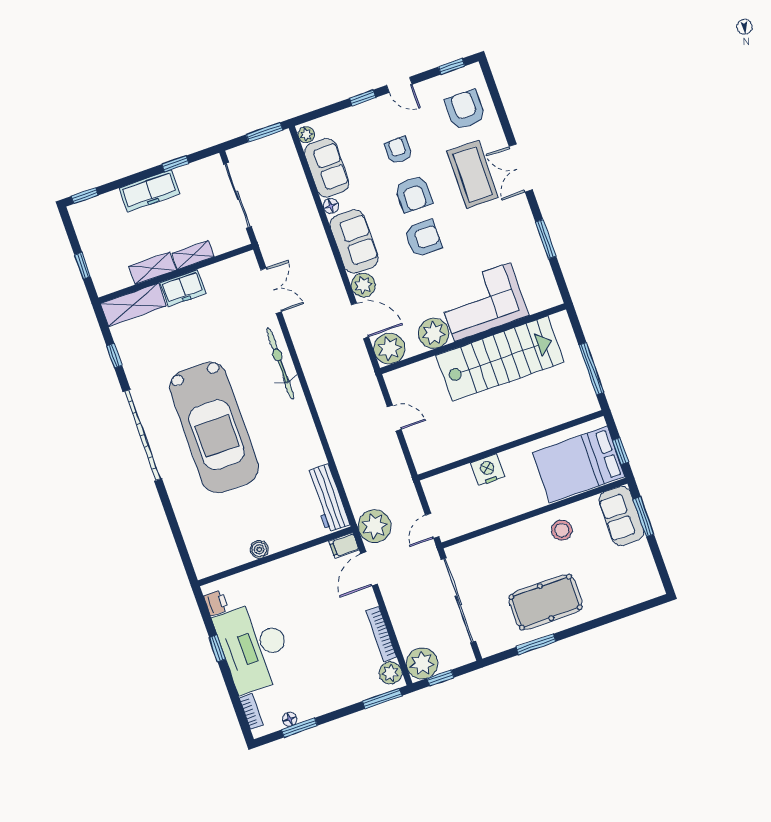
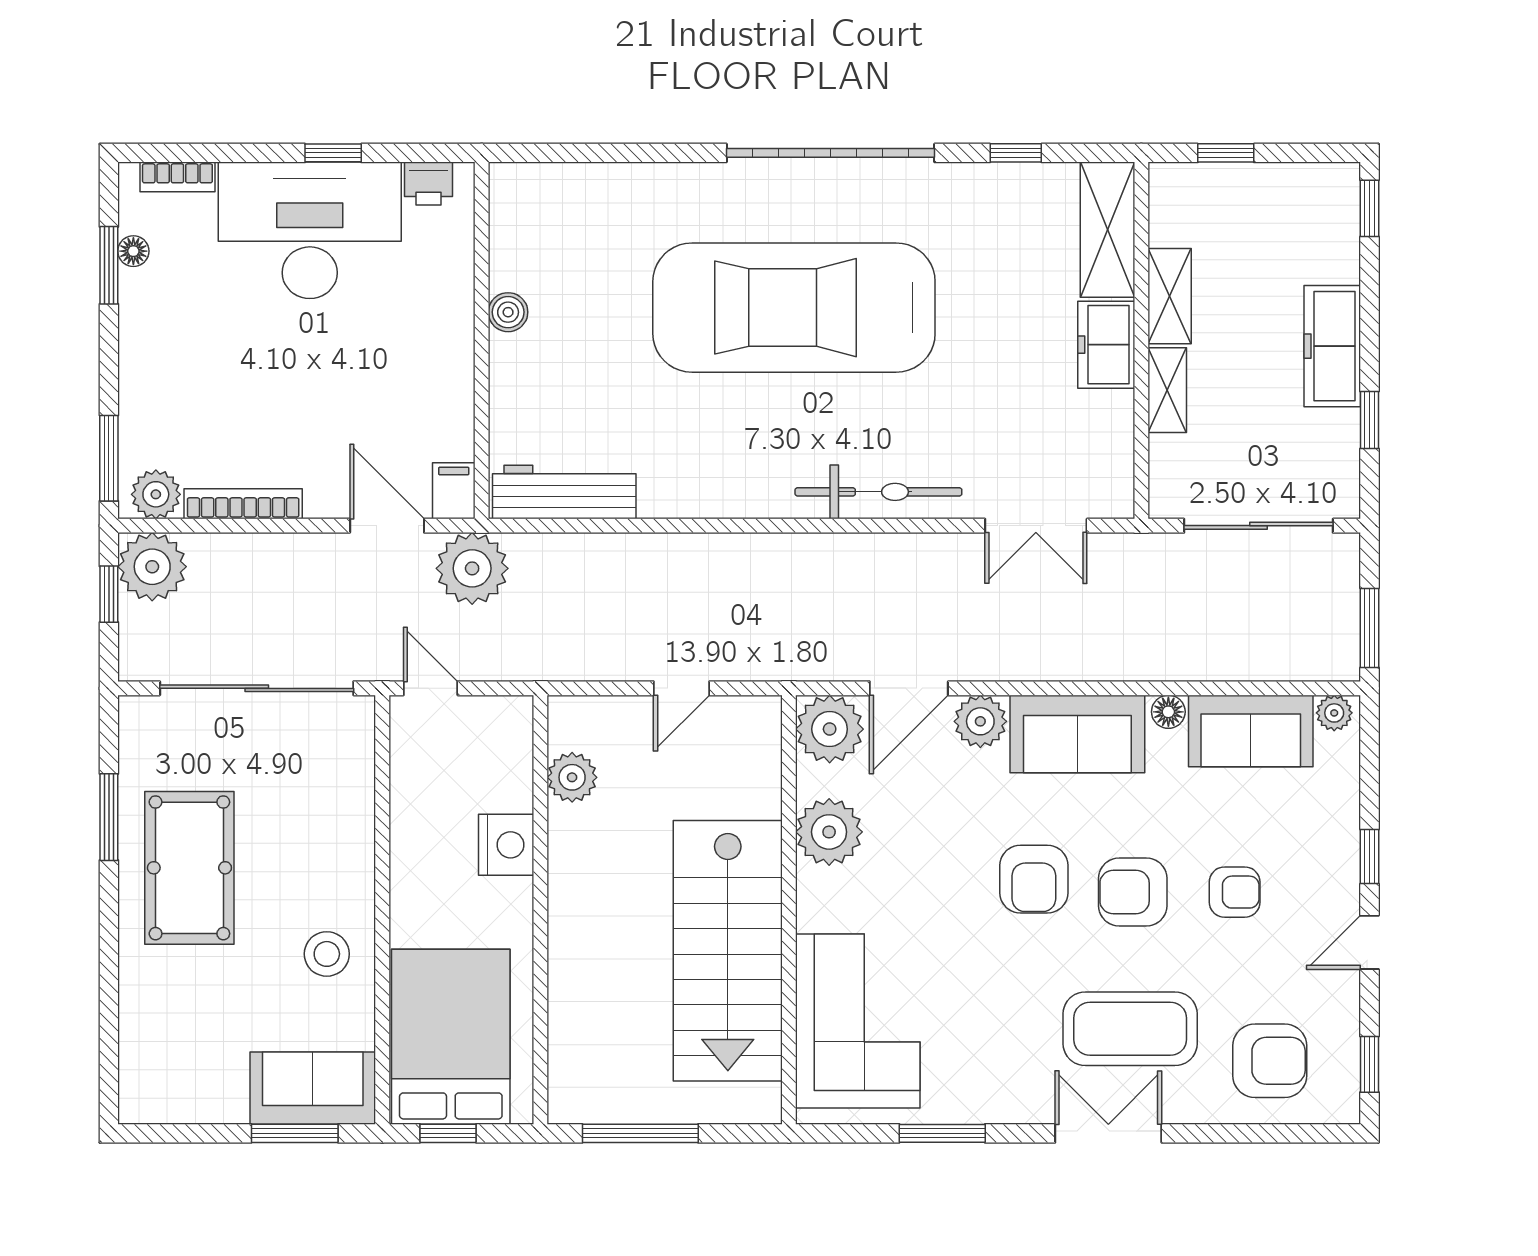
corner sofa: (482, 302) -> (858, 1021), moved
plant: (449, 452) -> (572, 777), added

